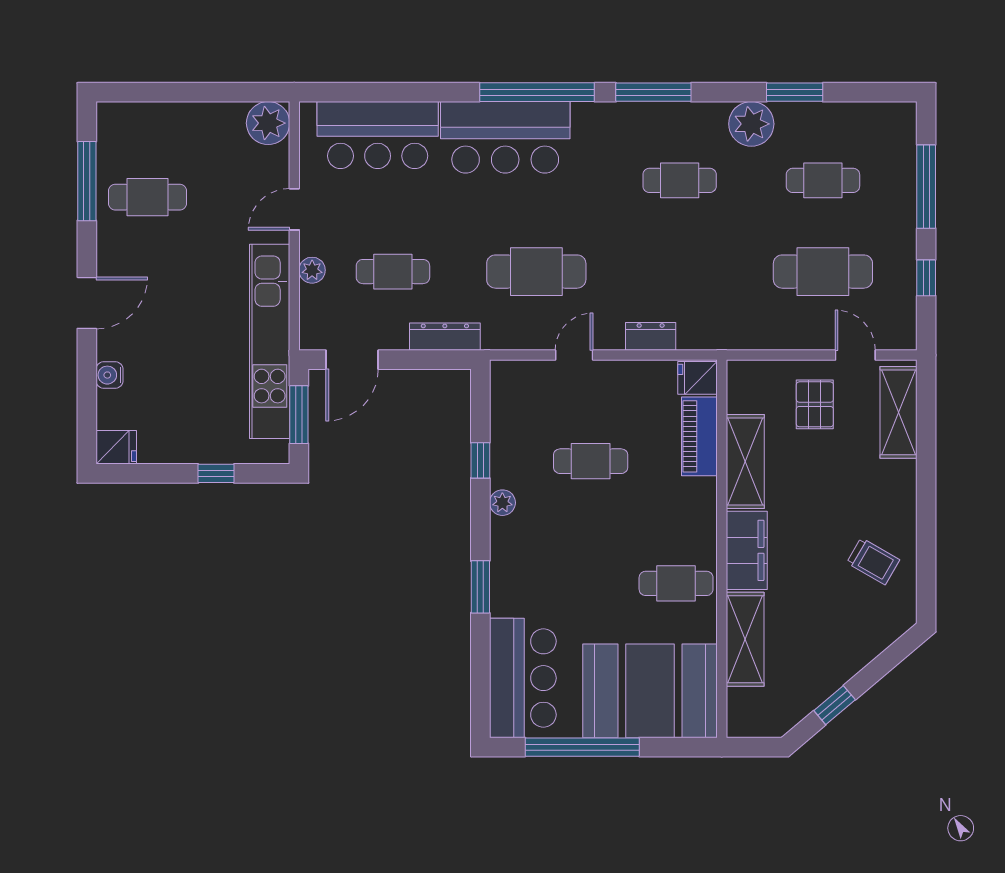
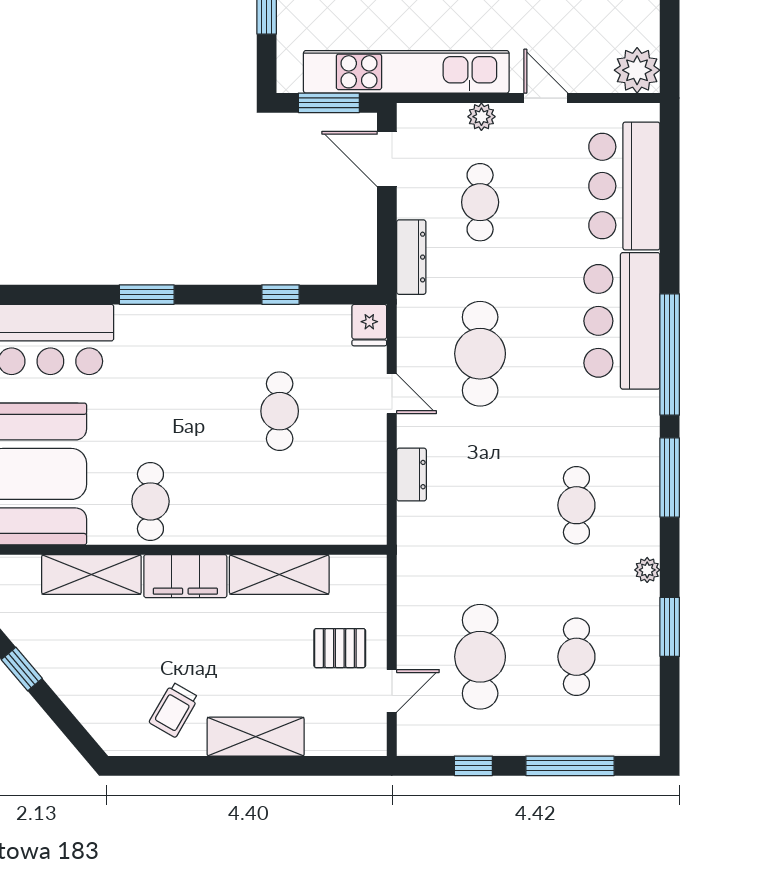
plant: (751, 124) -> (647, 570), width x0.53, depth x0.53
fridge: (697, 378) -> (369, 325), moved, turned 180
shelving: (899, 412) -> (256, 737), moved
piano: (699, 436) -> (306, 526), removed
plant: (502, 503) -> (236, 318), removed

